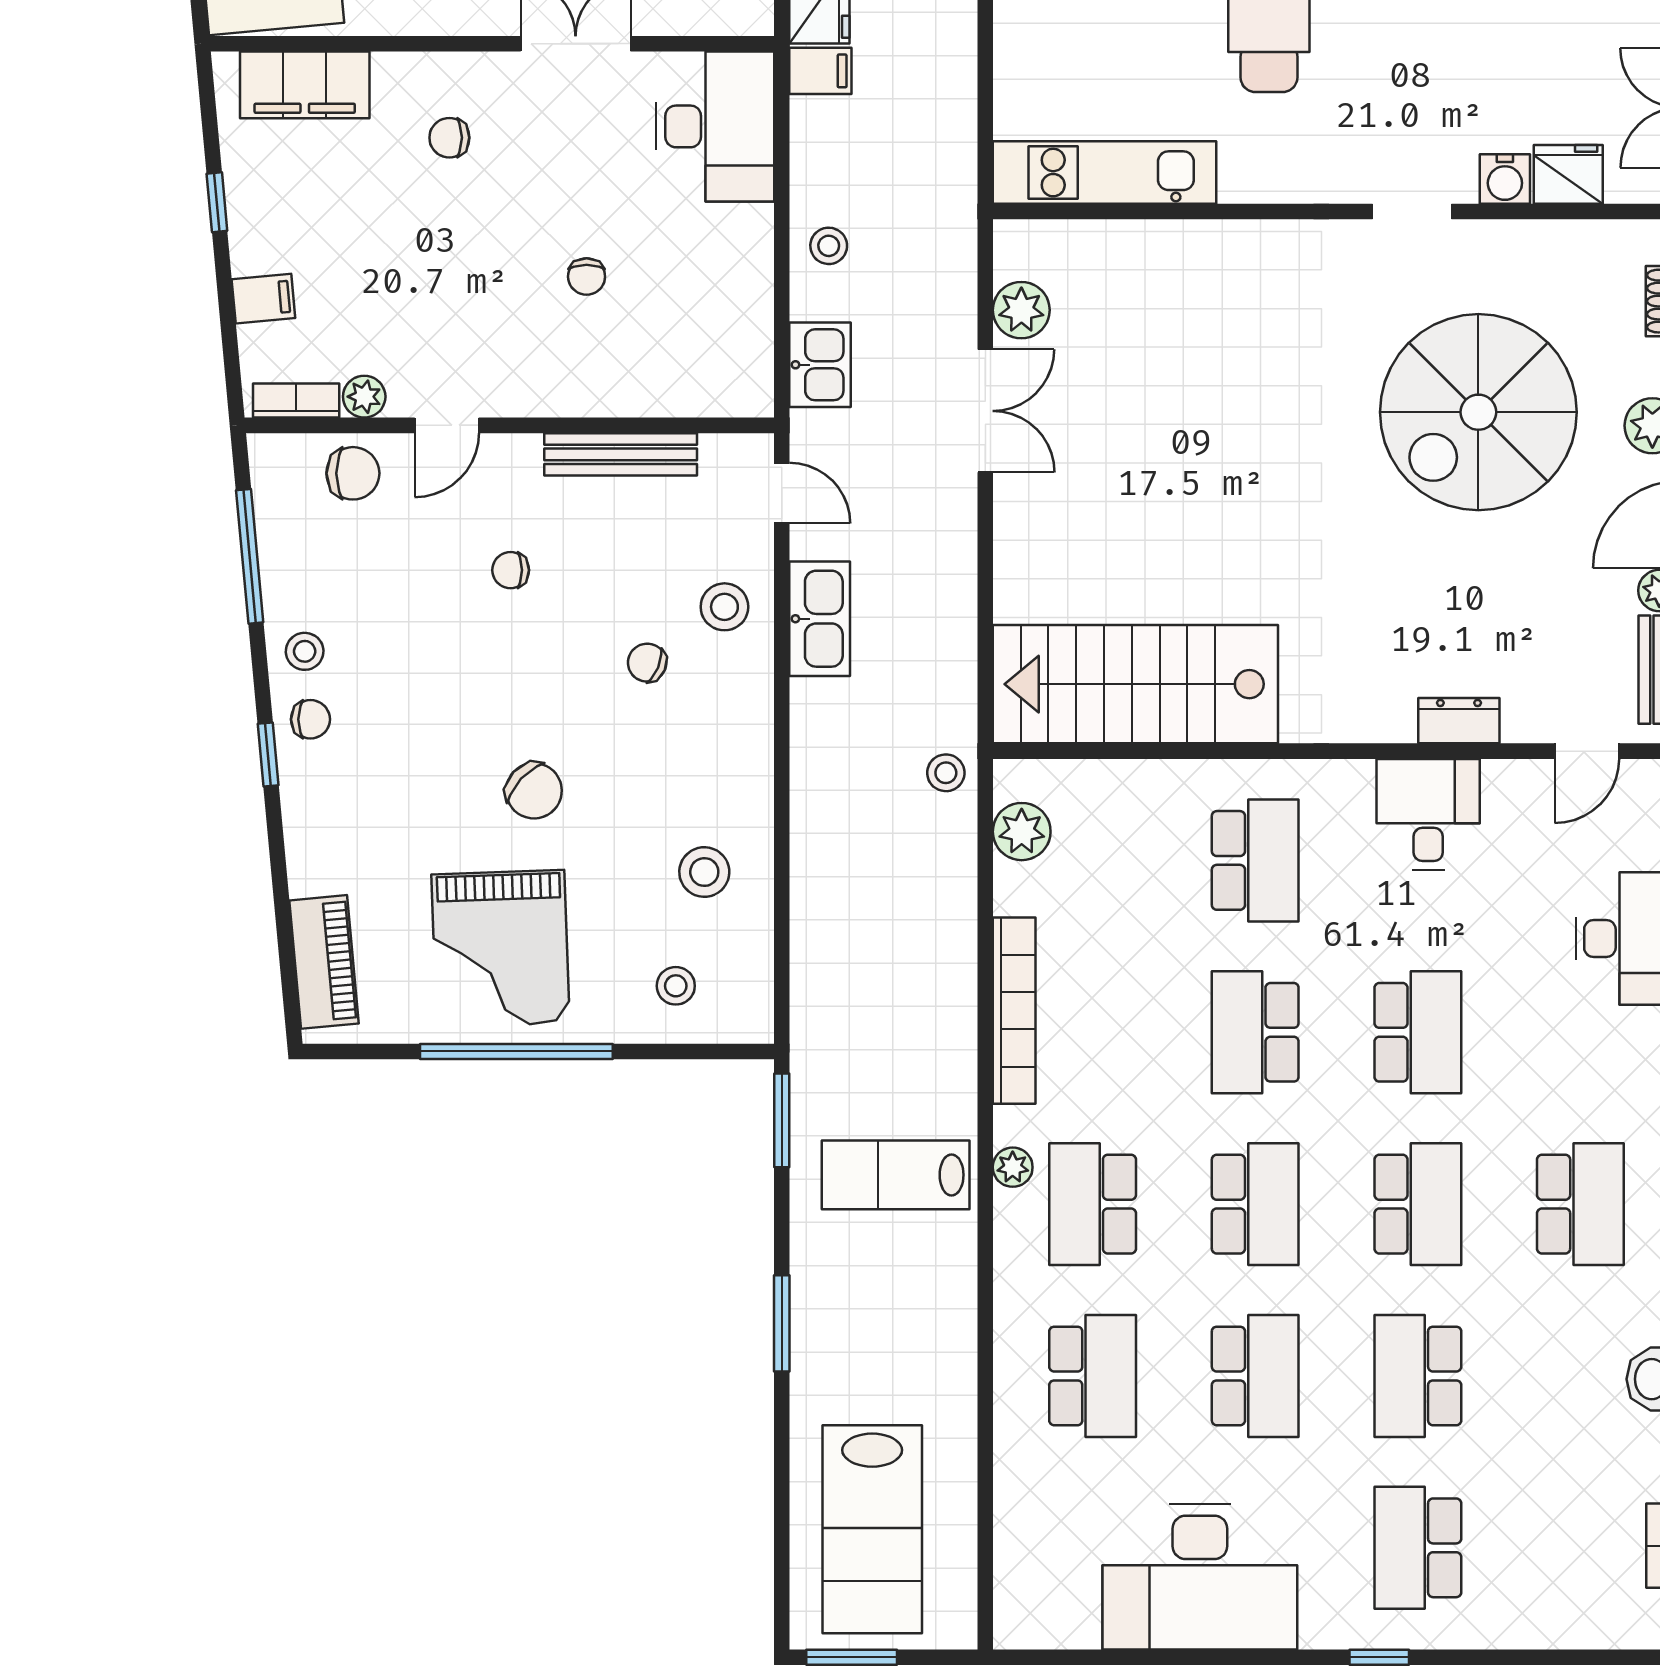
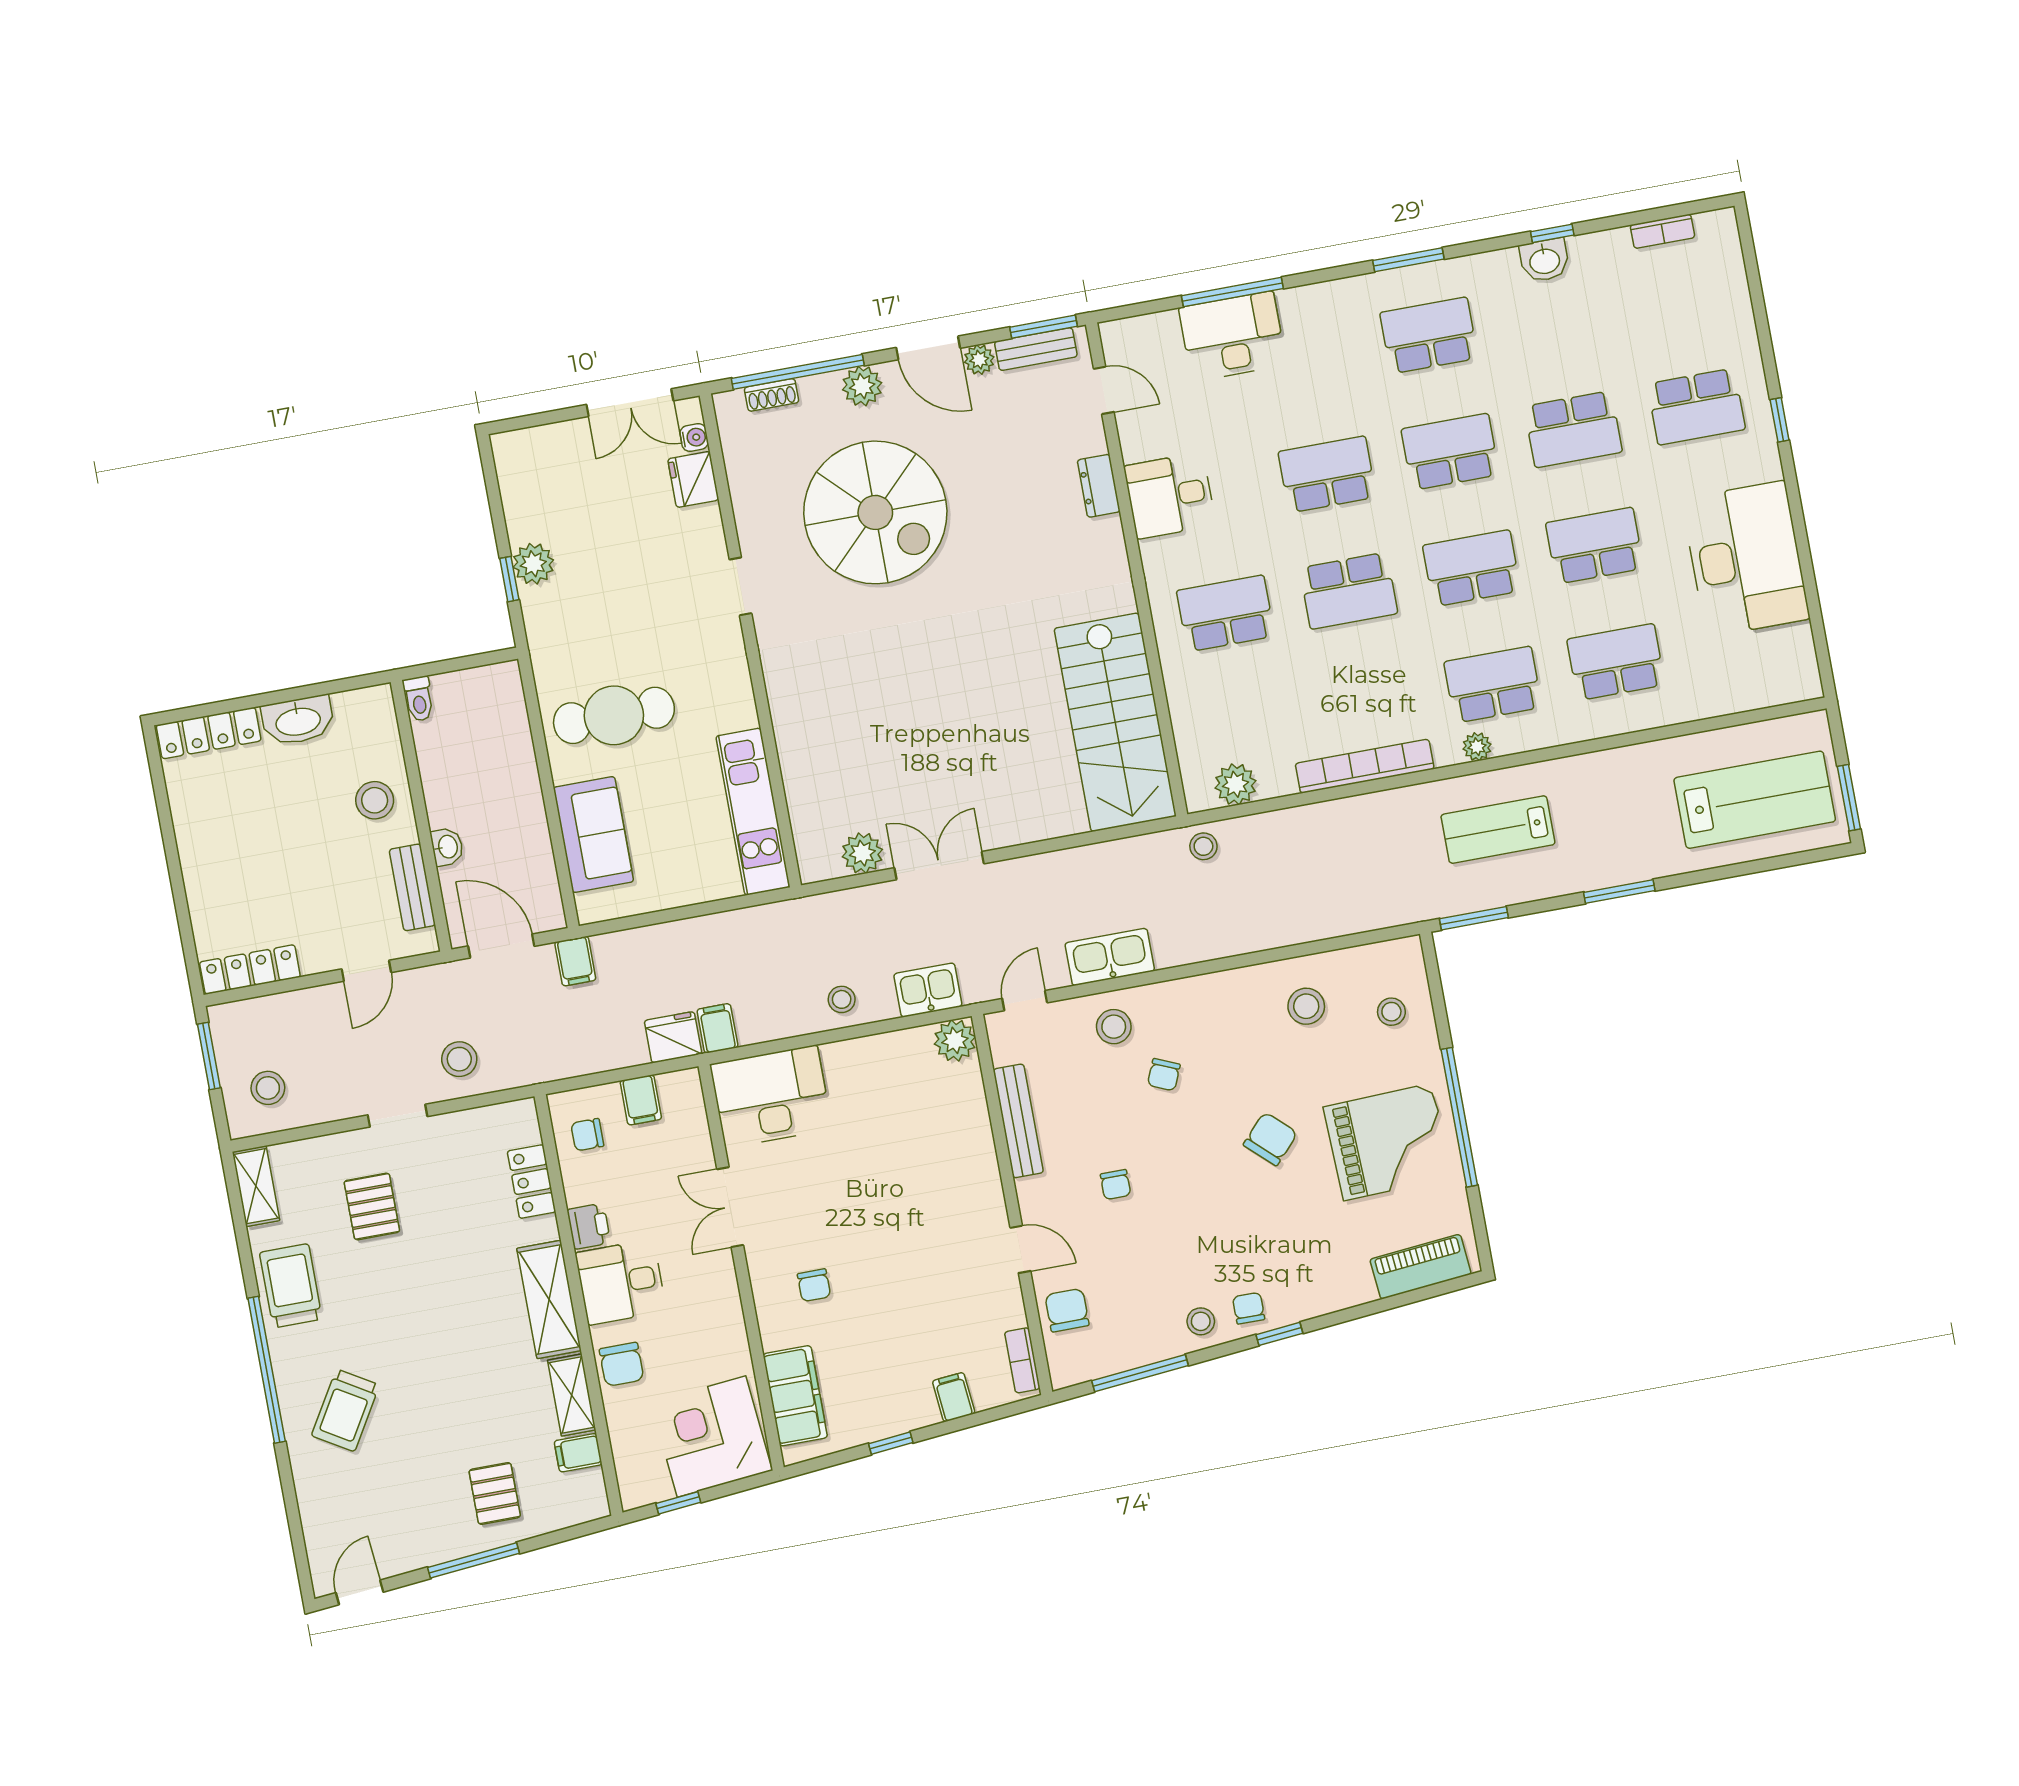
water cooler: (1505, 179) -> (694, 438), moved, width x0.72, depth x0.72
chair: (587, 277) -> (895, 1169), removed
plant: (364, 397) -> (955, 1040), moved, width x1.38, depth x1.38
lab bench: (896, 1175) -> (1498, 830), turned 90
school desk: (1093, 1204) -> (1493, 685), turned 180

